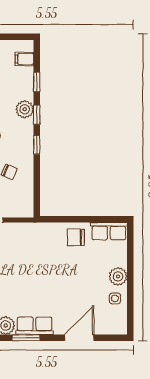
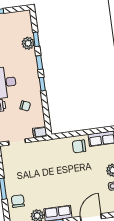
filing cabinet: (24, 59) -> (40, 132), moved
plant: (25, 109) -> (28, 43), moved

